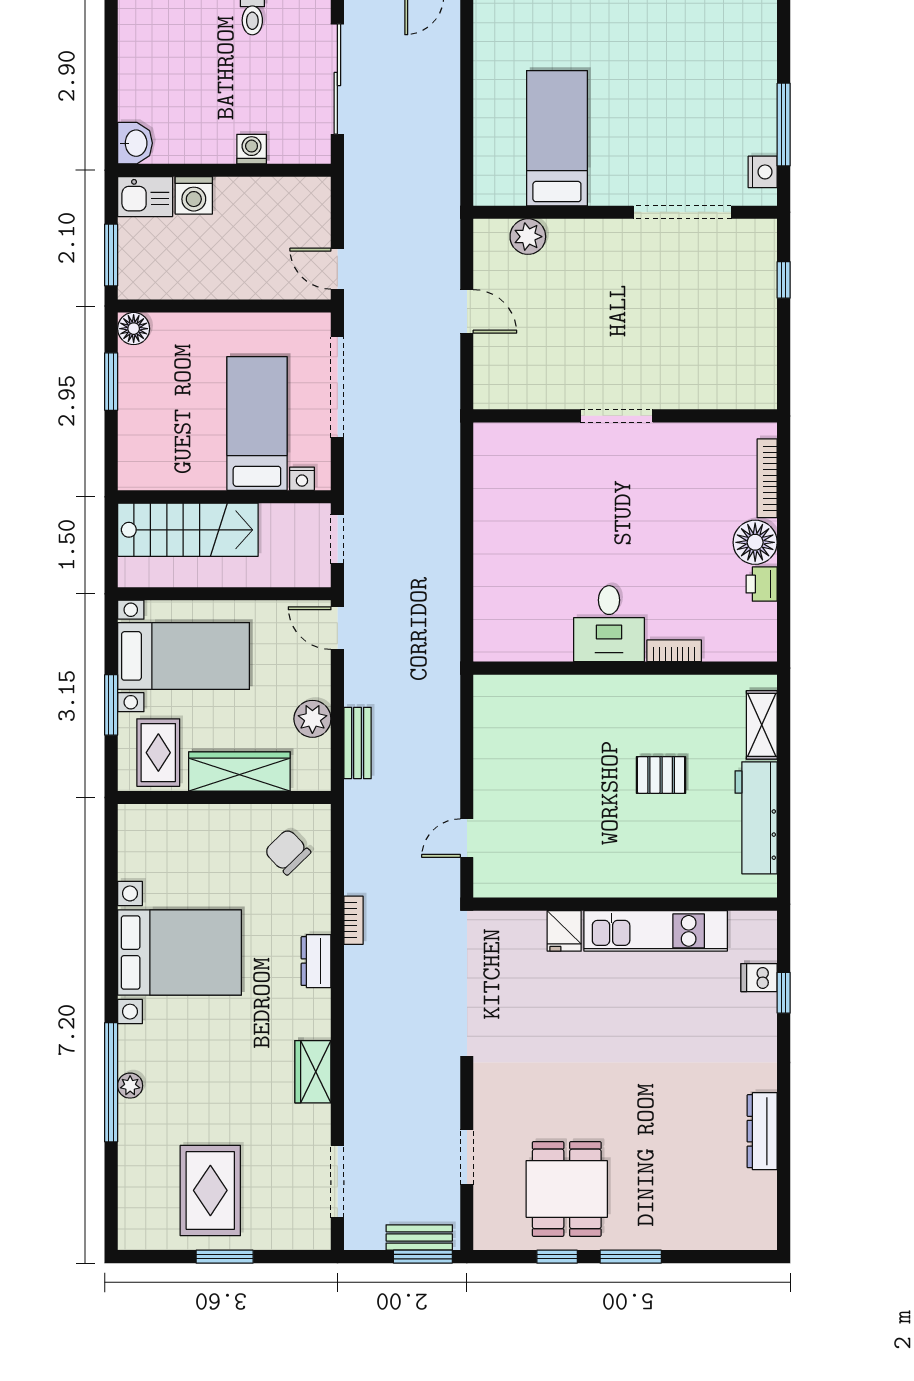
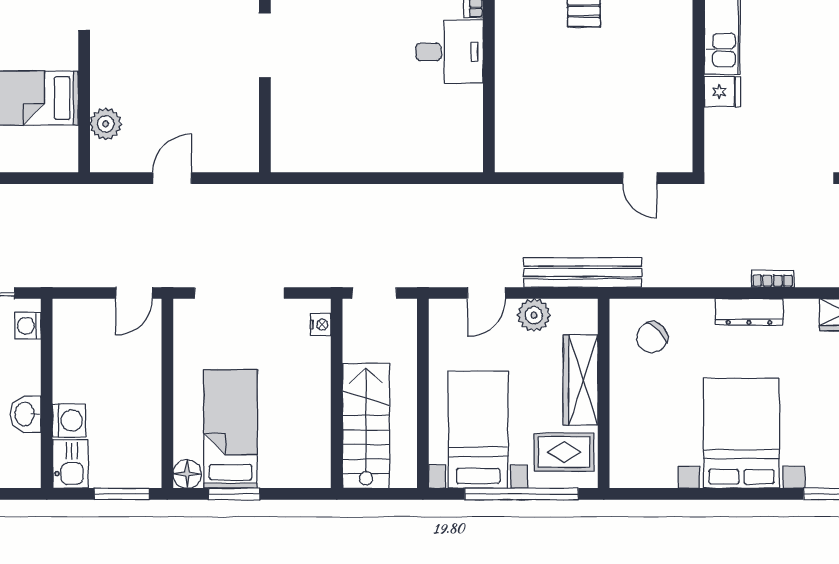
washbasin: (135, 143) -> (25, 414), moved, turned -90
washing machine: (252, 149) -> (28, 326), moved
bed: (257, 423) -> (231, 429), moved, turned 90
door: (337, 628) -> (486, 293), moved
window: (111, 705) -> (522, 494), width x2.11
bench: (358, 743) -> (583, 273), width x1.86, depth x1.21
bookcase: (354, 920) -> (773, 279), moved
dresser: (316, 961) -> (749, 312), width x1.44

